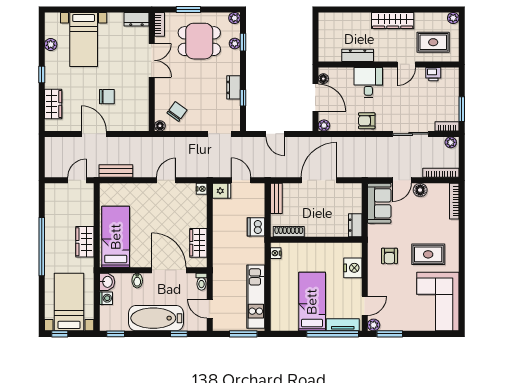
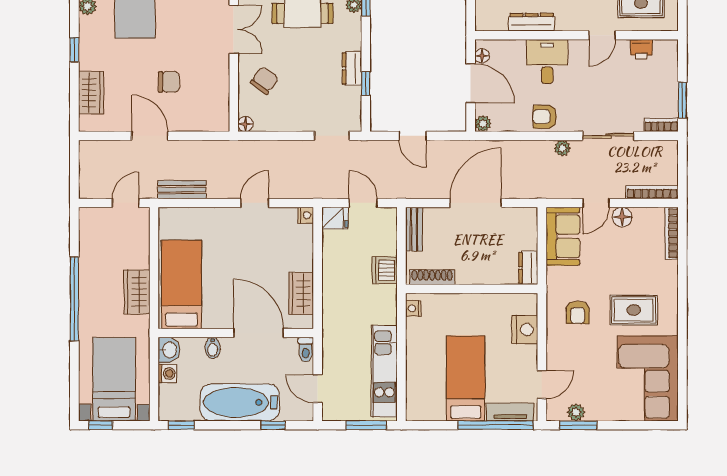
chair: (177, 112) -> (264, 80), moved
plant: (451, 142) -> (562, 148), moved
plant: (374, 325) -> (576, 412), moved

